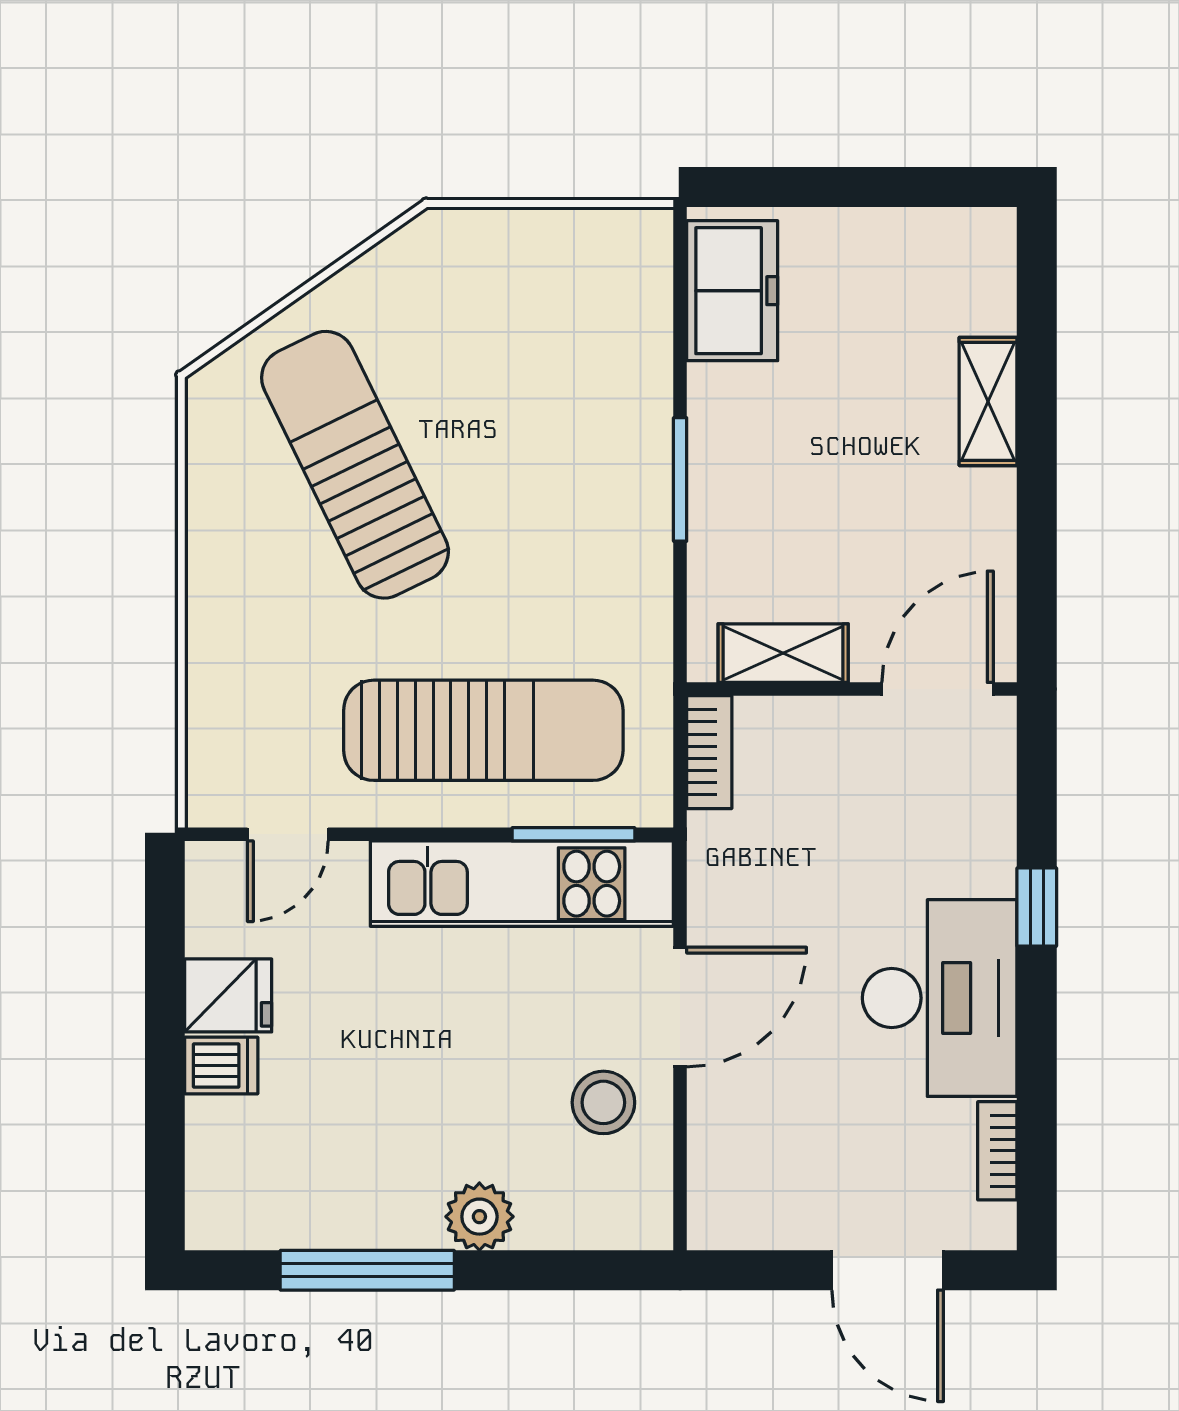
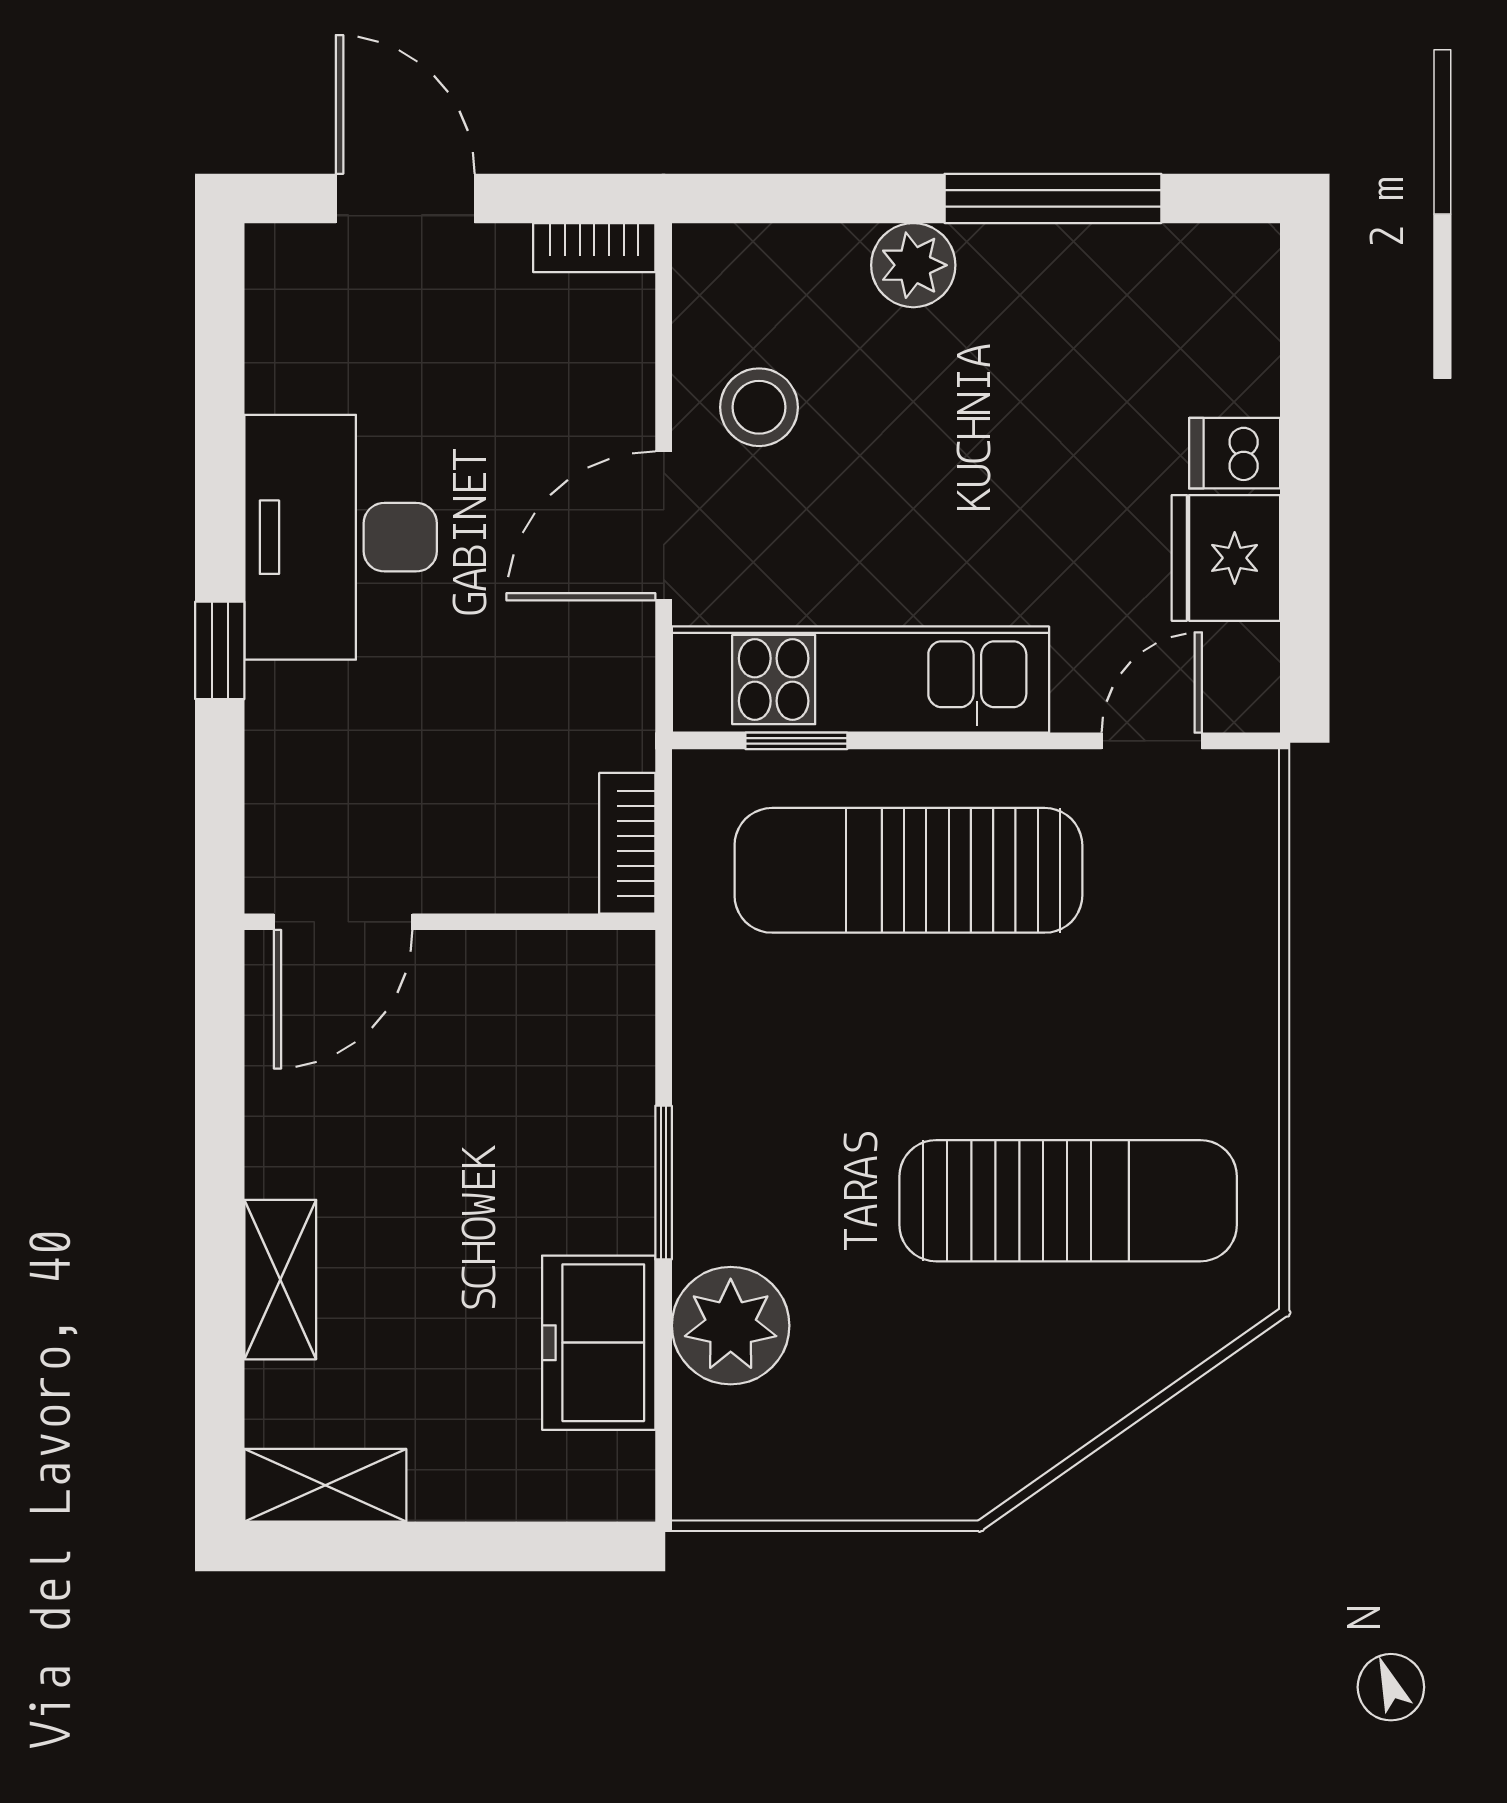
freezer: (732, 291) -> (599, 1343), moved
plant: (626, 364) -> (731, 1326), added
sun lounger: (355, 465) -> (1068, 1201), turned -64
shelving: (783, 653) -> (325, 1485), moved
window: (573, 834) -> (796, 741), width x0.67
fridge: (228, 995) -> (1226, 558), width x1.38
bookcase: (997, 1151) -> (594, 248), moved, turned 90

